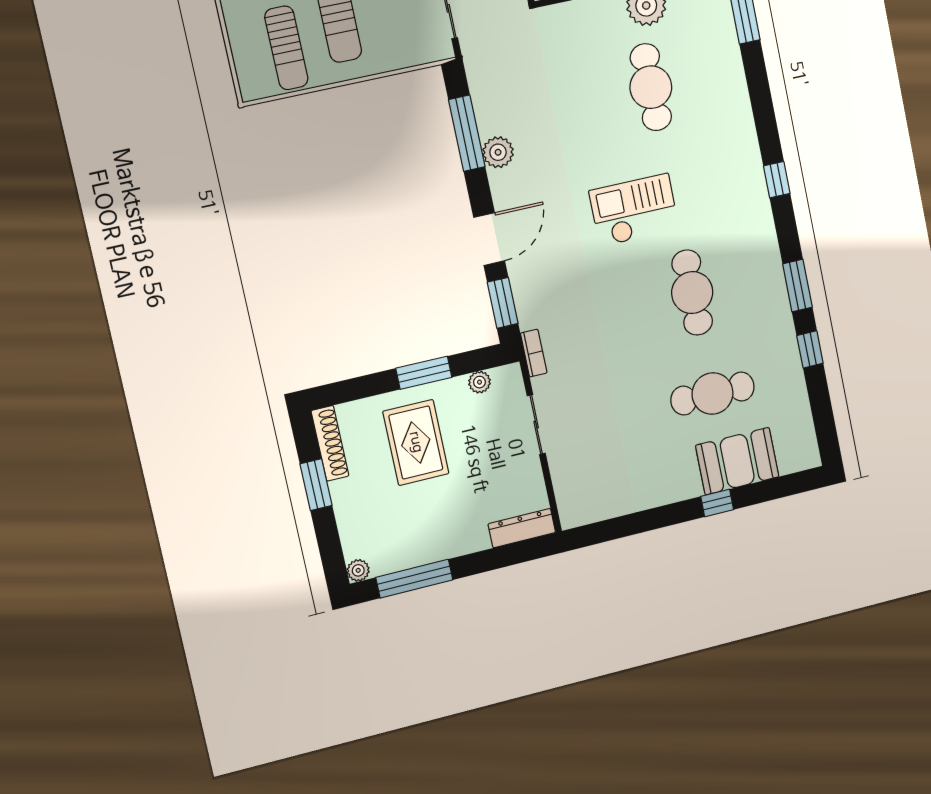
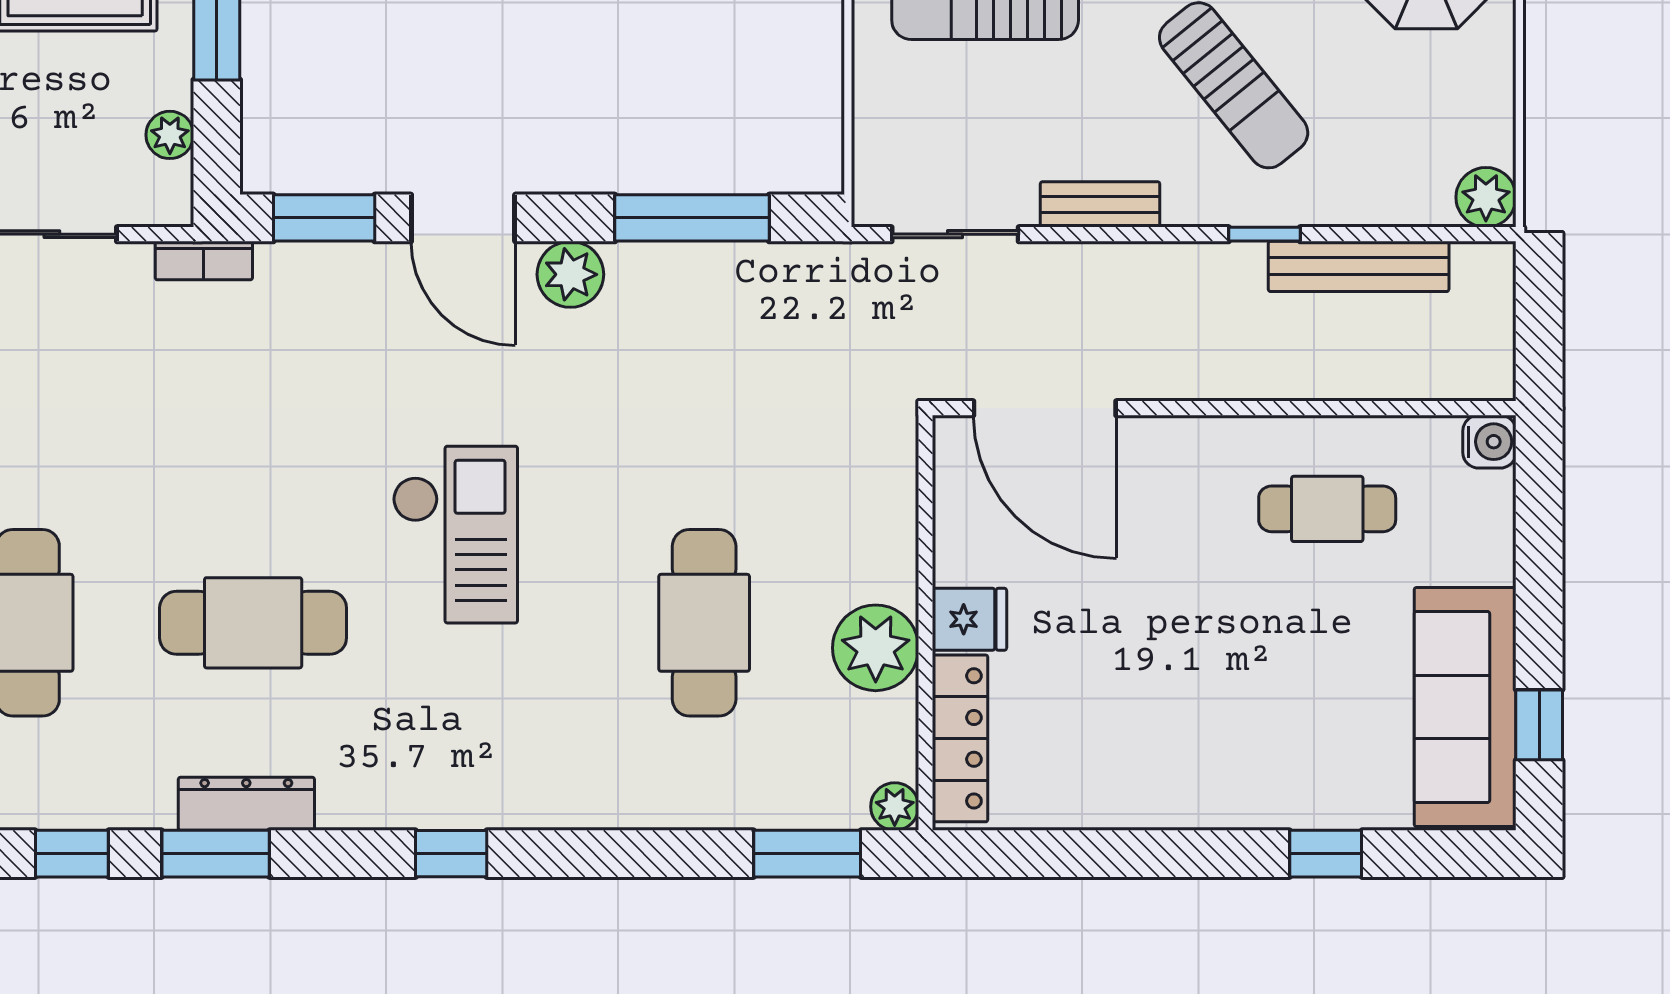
cafe table: (651, 87) -> (704, 623), turned 90
plant: (498, 152) -> (570, 274), moved
dresser: (773, 277) -> (246, 804), added

